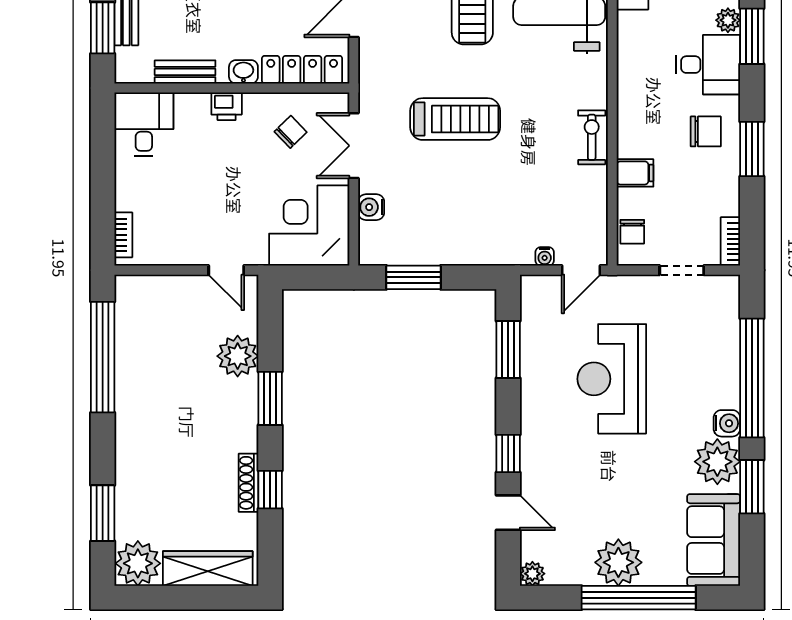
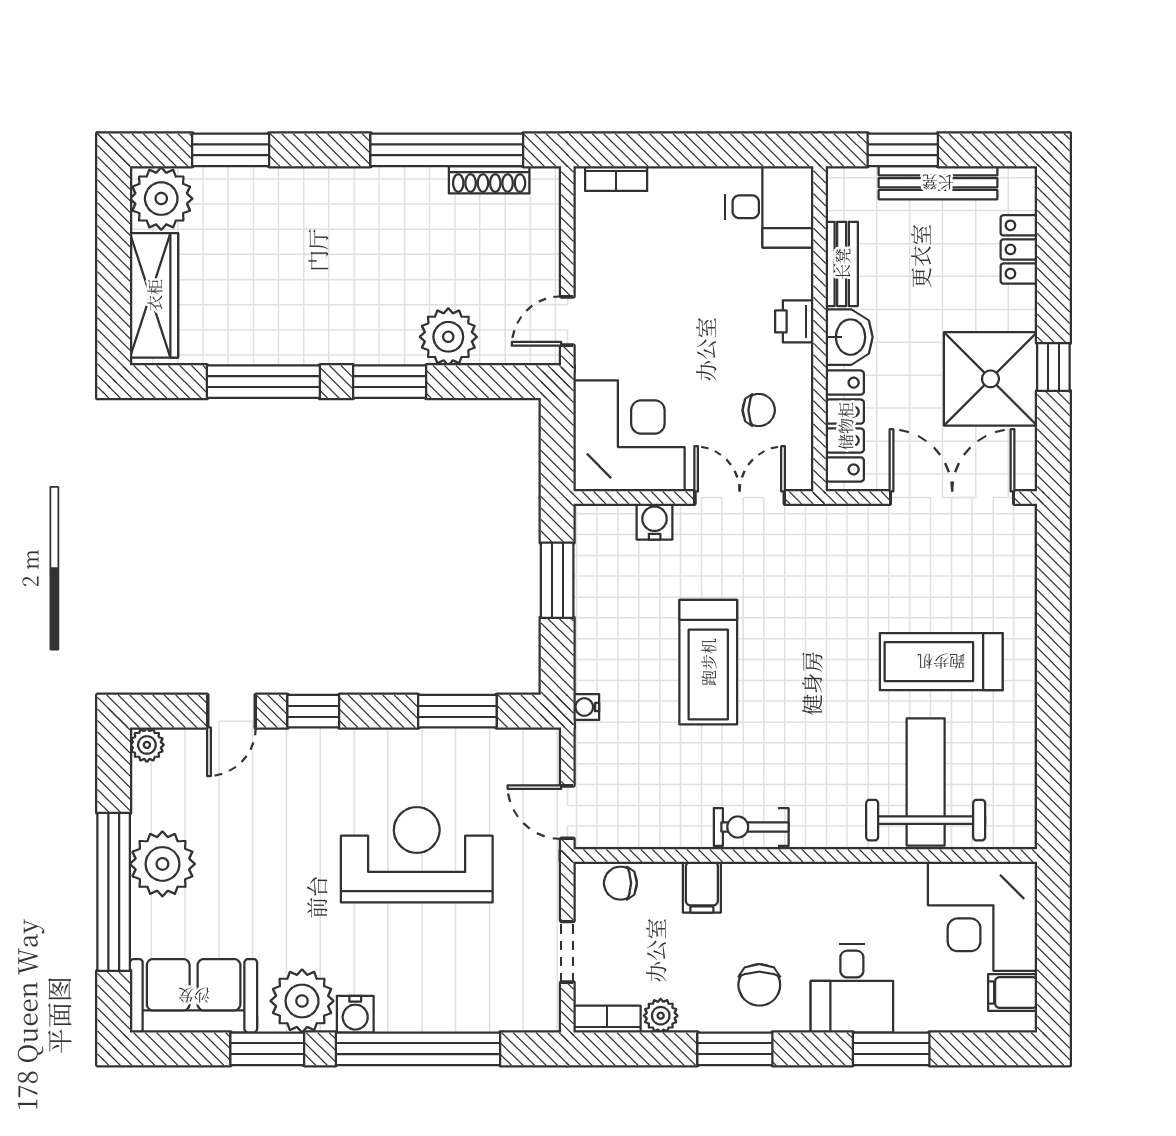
plant: (728, 20) -> (661, 1016), moved
washbasin: (243, 72) -> (849, 337), width x1.38, depth x1.45
treadmill: (455, 119) -> (708, 662), moved
chair: (291, 132) -> (759, 410), turned -46
exercise bike: (592, 137) -> (751, 827), turned 180
water cooler: (545, 256) -> (586, 707), moved
shoe rack: (248, 483) -> (489, 180), moved, turned 180
window: (270, 490) -> (263, 382), width x2.17

